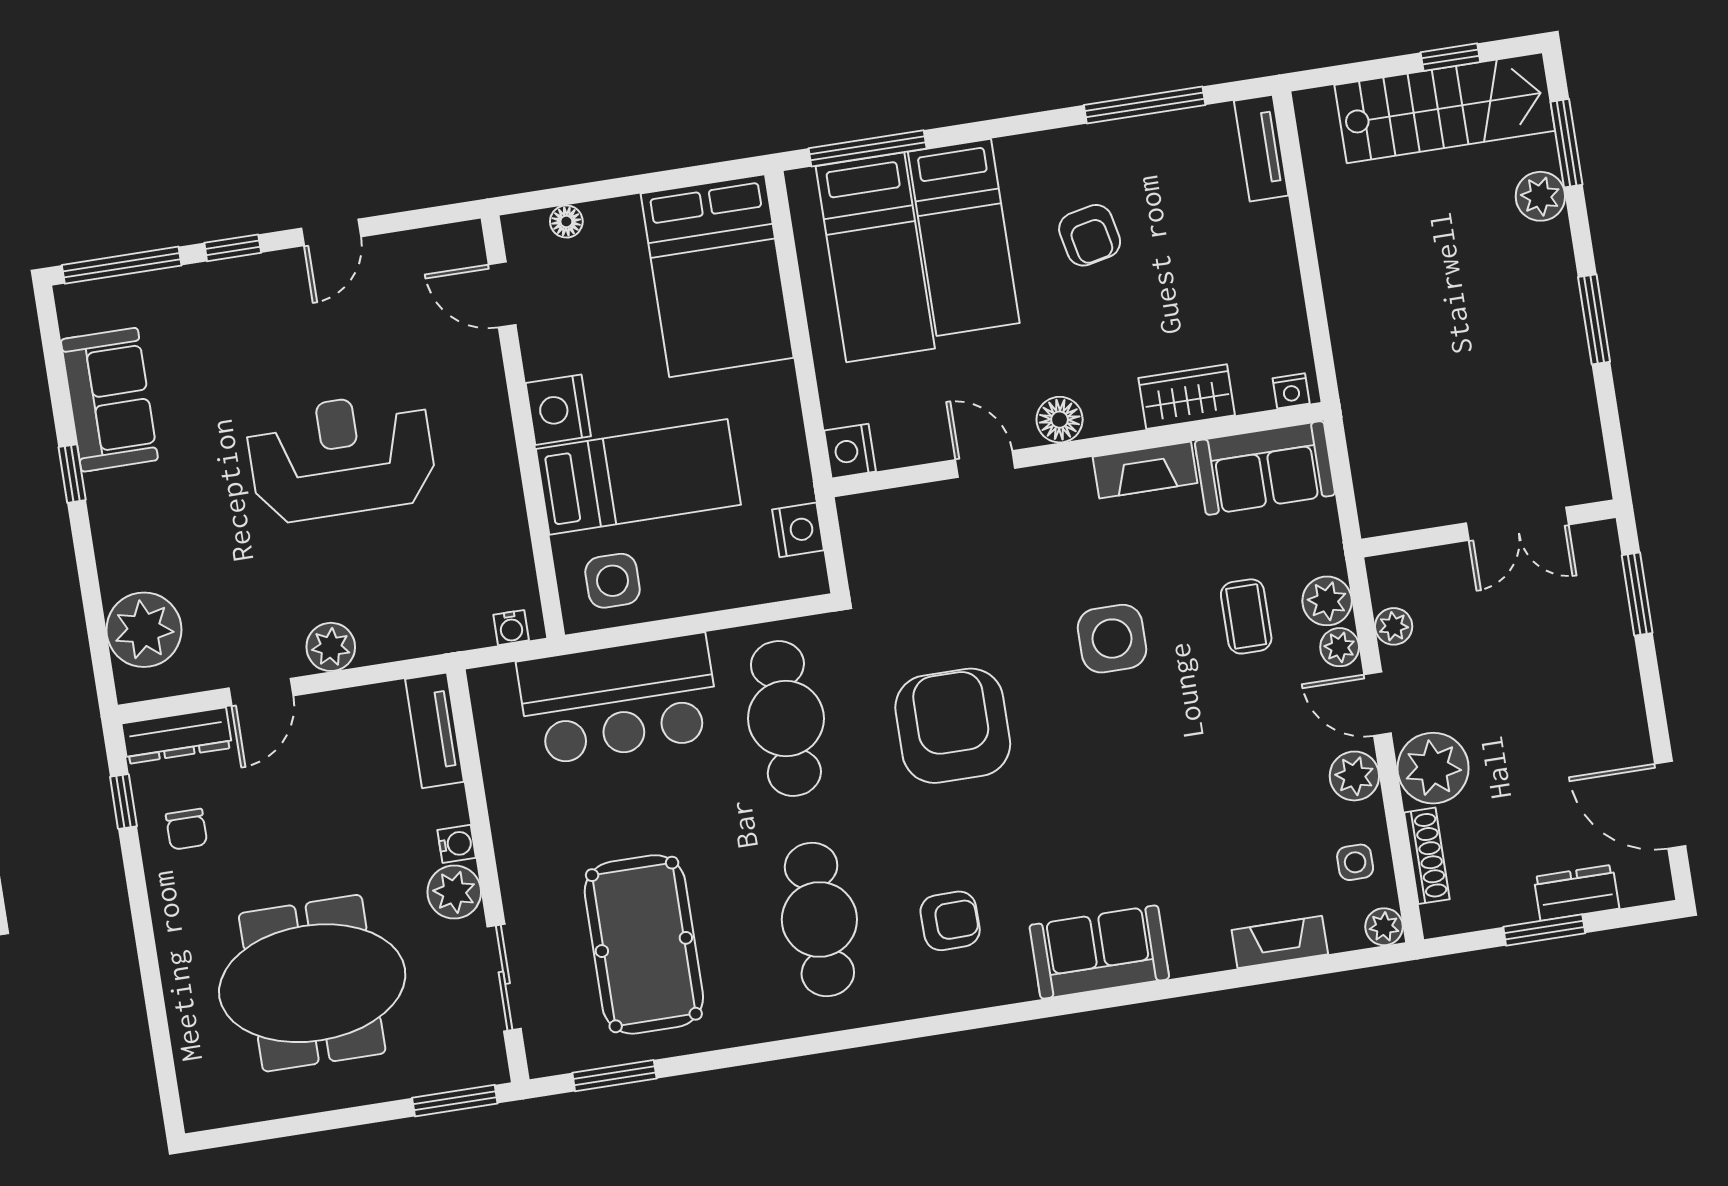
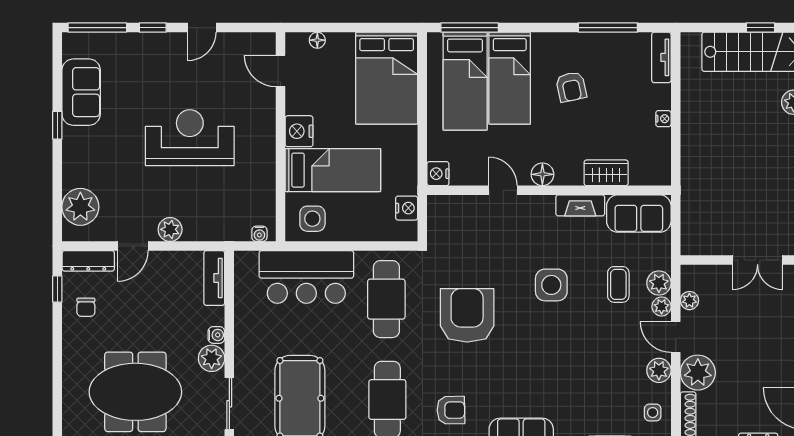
nightstand: (1291, 391) -> (663, 119), moved, turned -90

